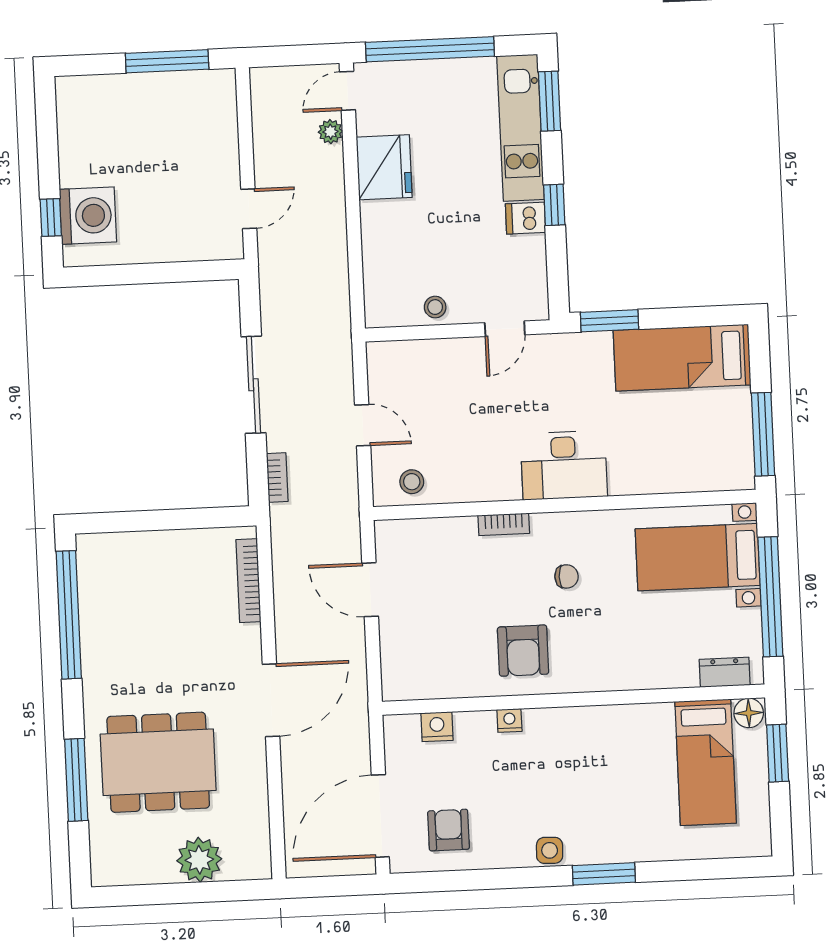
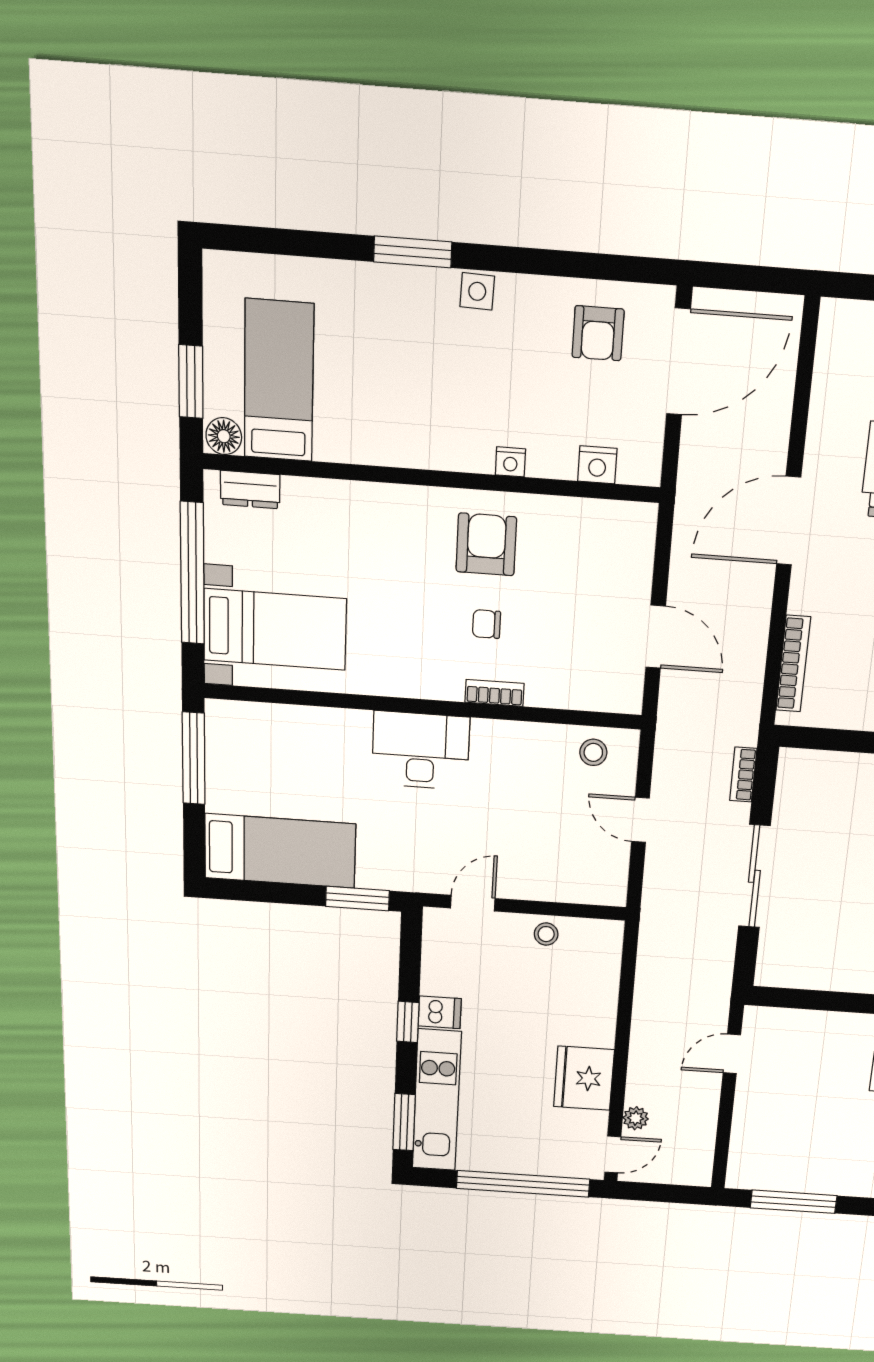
chair: (567, 576) -> (486, 624), moved

